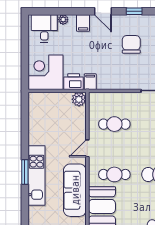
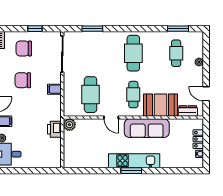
corner desk: (45, 72) -> (46, 153), removed
filing cabinet: (90, 82) -> (54, 89), moved
cafe table: (114, 124) -> (91, 95), width x1.37, depth x1.35

